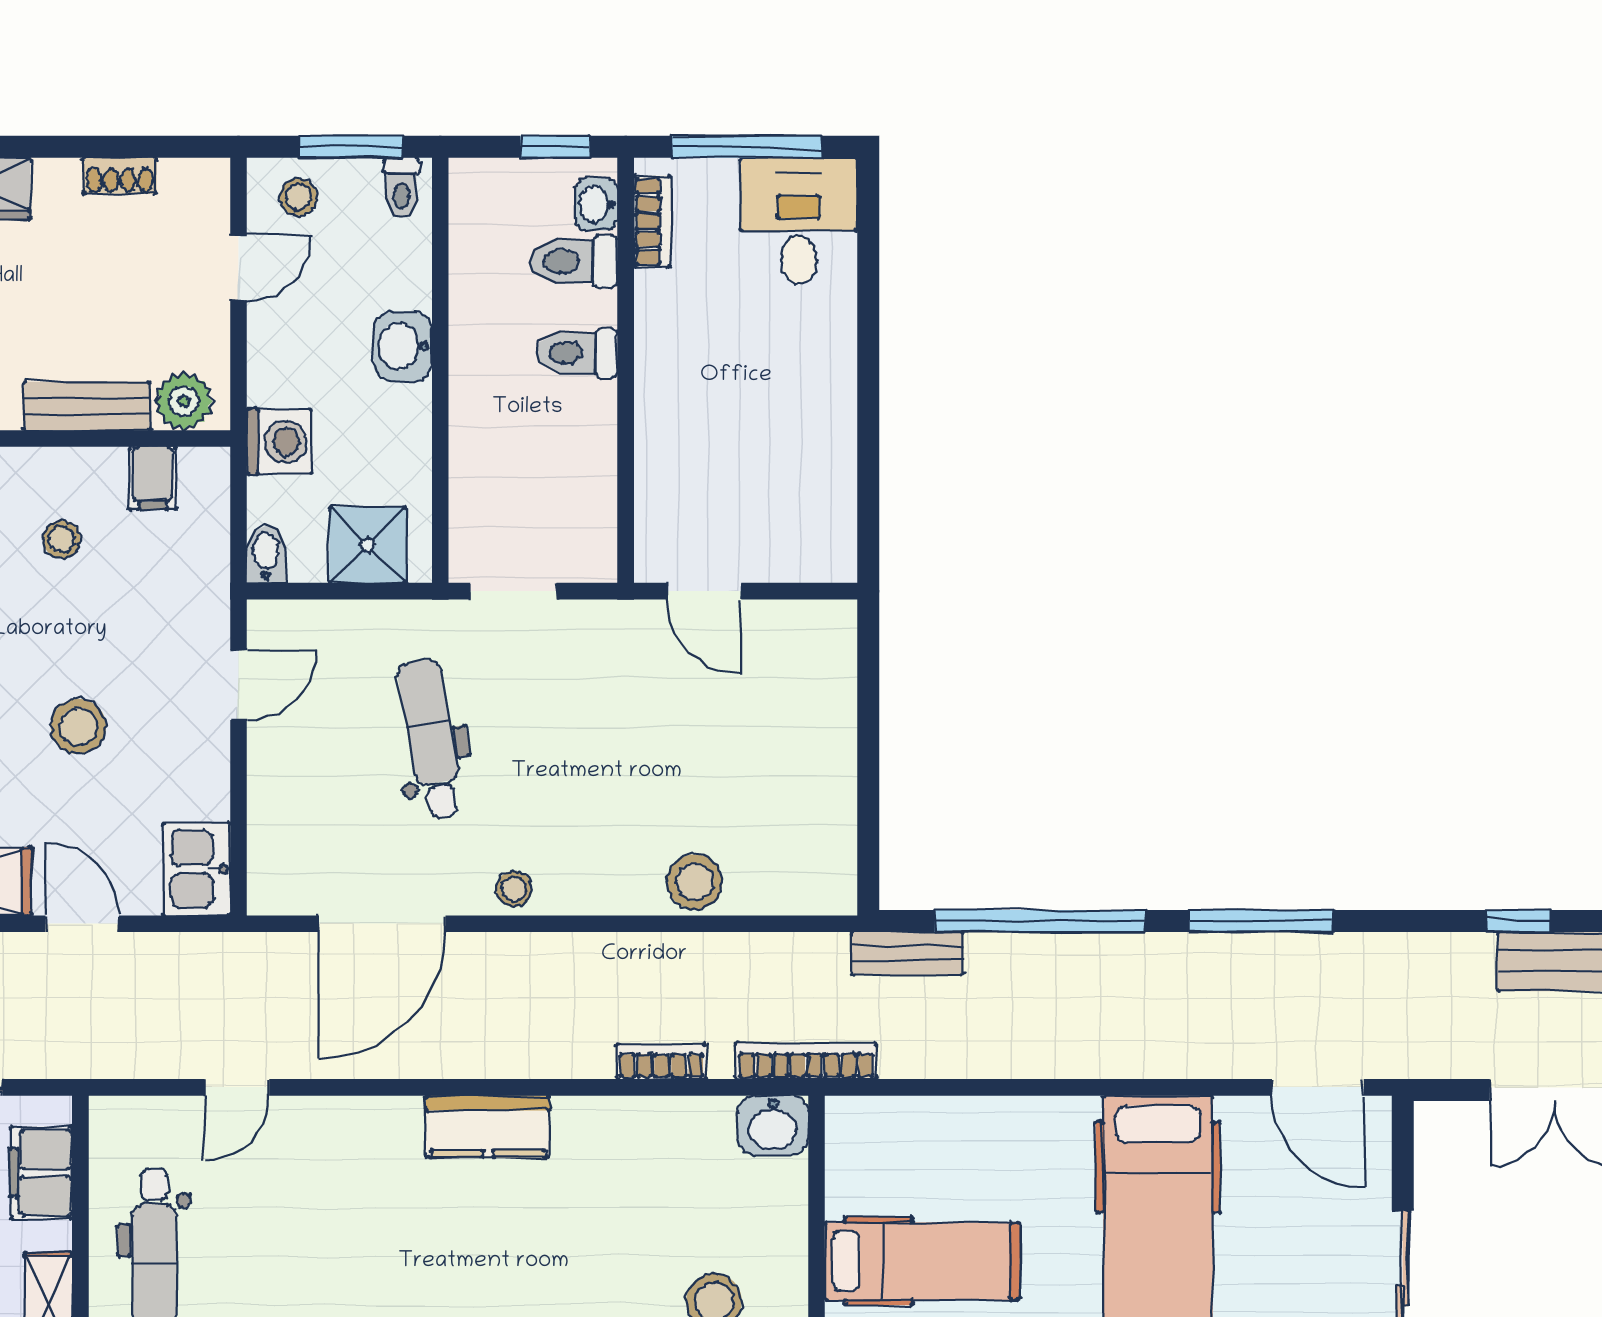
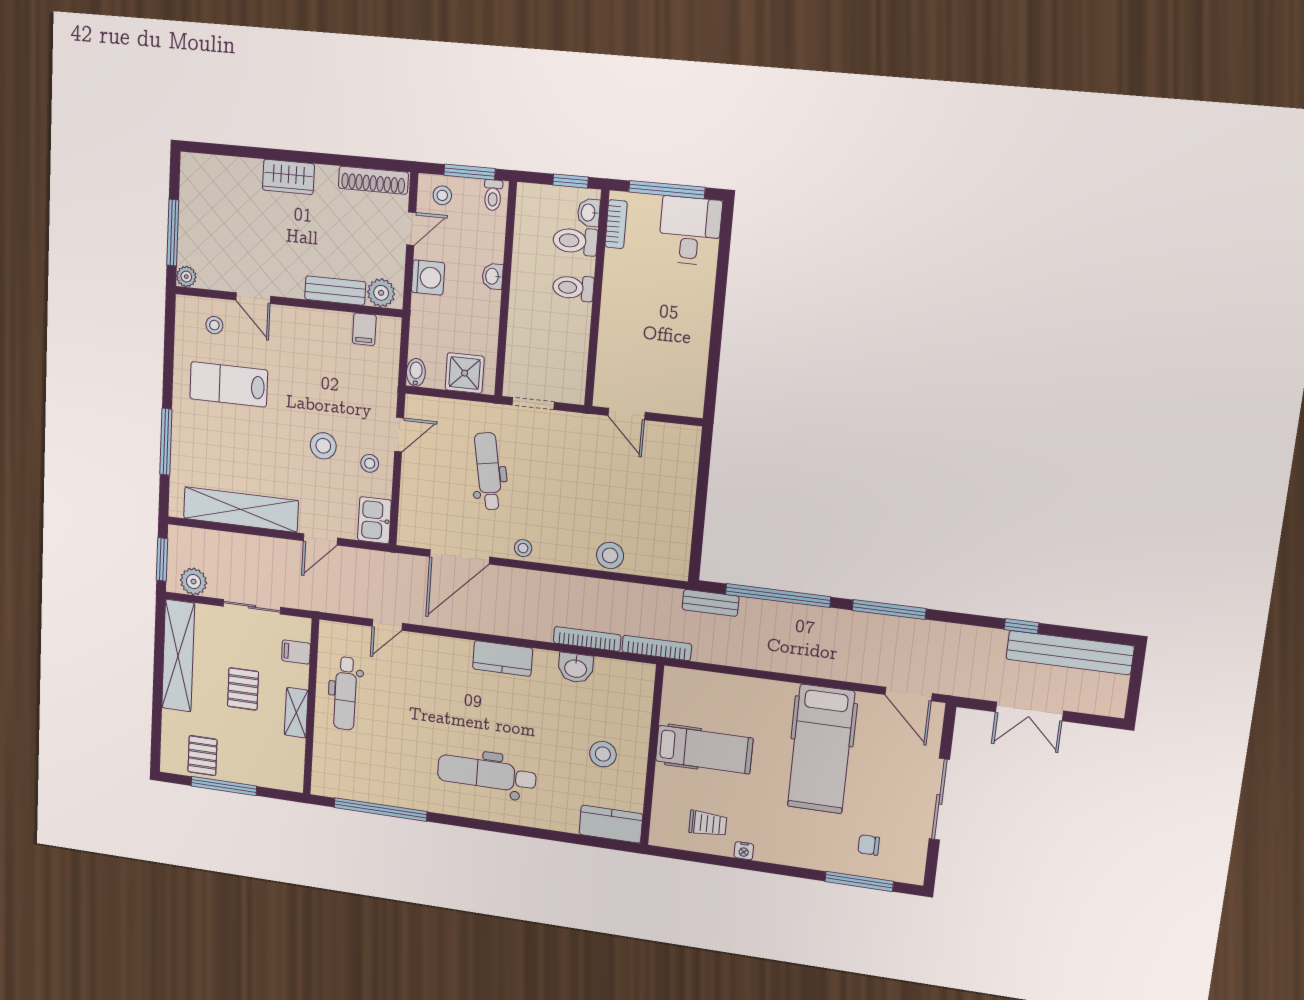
shoe rack: (120, 176) -> (373, 180), width x1.94, depth x1.24
washbasin: (403, 346) -> (493, 276), width x0.72, depth x0.69
washing machine: (279, 442) -> (428, 277), moved
stool: (62, 539) -> (370, 463), moved
door: (82, 924) -> (320, 539), swing flipped
bookcase: (662, 1061) -> (587, 639), width x1.56
washbasin: (773, 1125) -> (576, 668), moved
filing cabinet: (41, 1173) -> (296, 652), width x0.50

